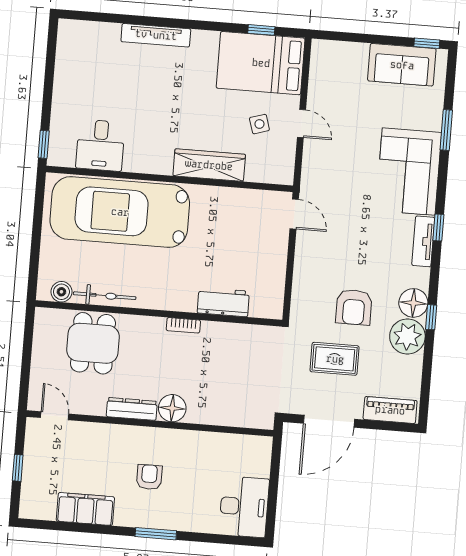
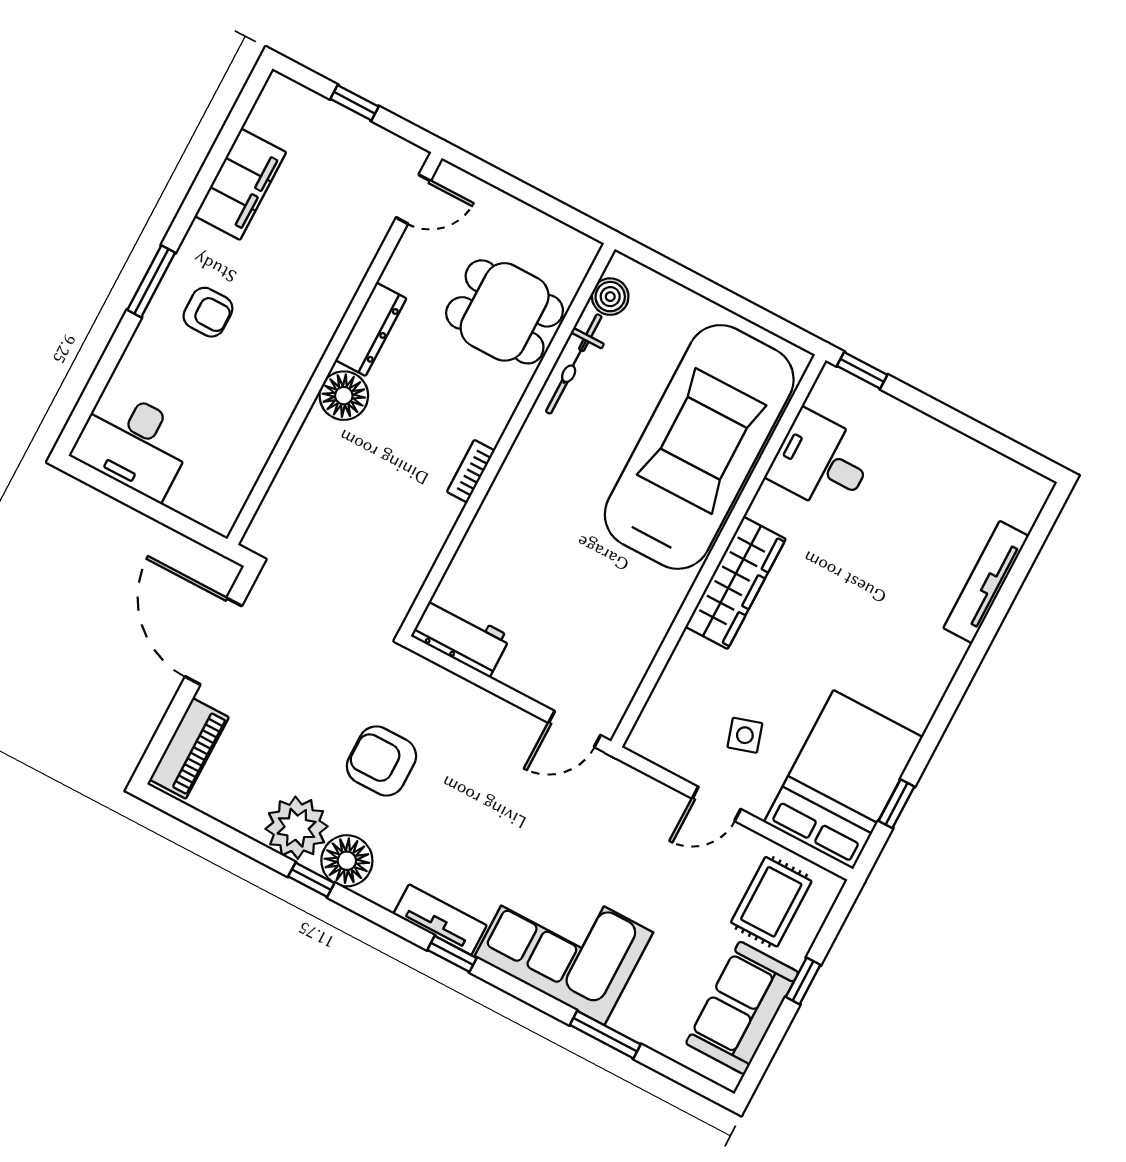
tv unit: (156, 35) -> (986, 582), moved
window: (427, 43) -> (803, 981), moved
wardrobe: (209, 165) -> (735, 583), moved
workbench: (223, 302) -> (461, 636), moved, turned -90
rug: (335, 359) -> (771, 902), moved
armchair: (149, 477) -> (208, 312), moved

